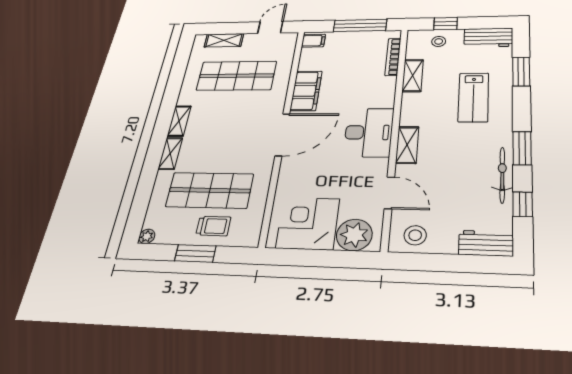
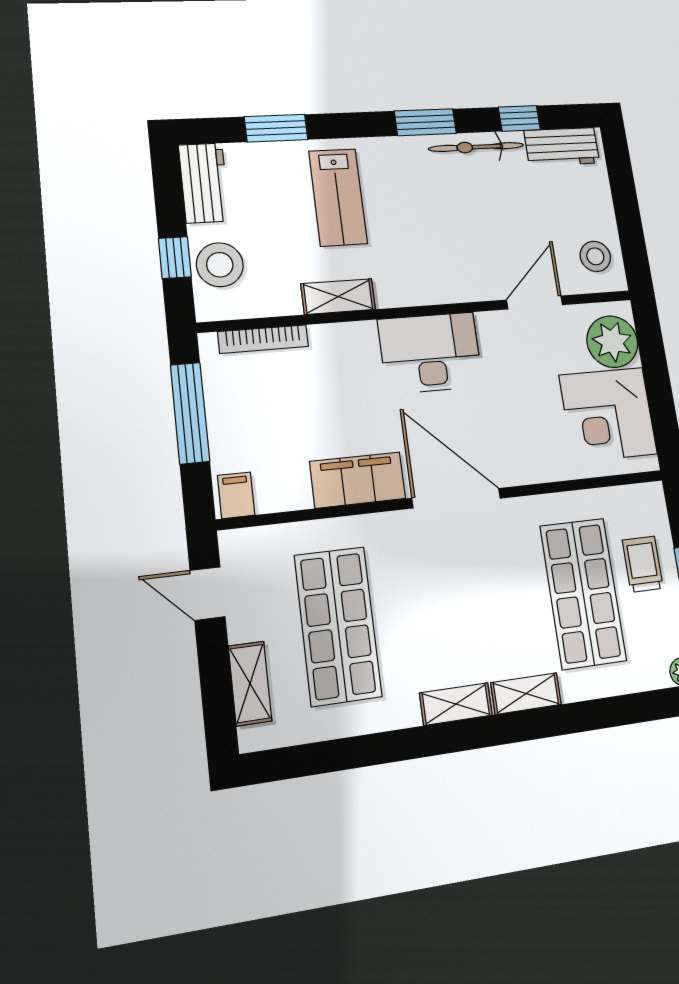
stool: (439, 41) -> (220, 265), width x1.89, depth x1.89
shelving: (413, 76) -> (338, 297), moved
lab bench: (473, 97) -> (338, 197), turned 90
shelving: (407, 145) -> (445, 288), removed
workbench: (486, 243) -> (562, 147), moved, turned -90

